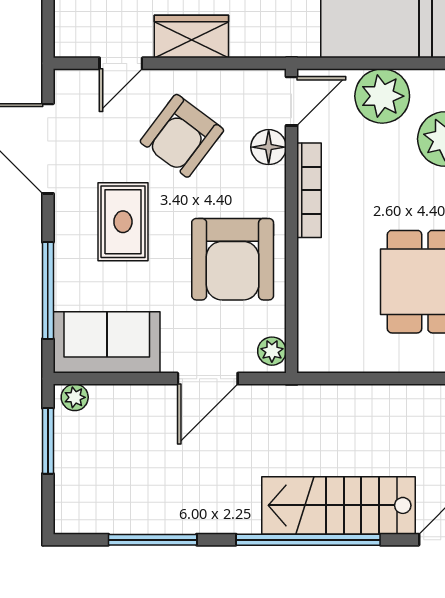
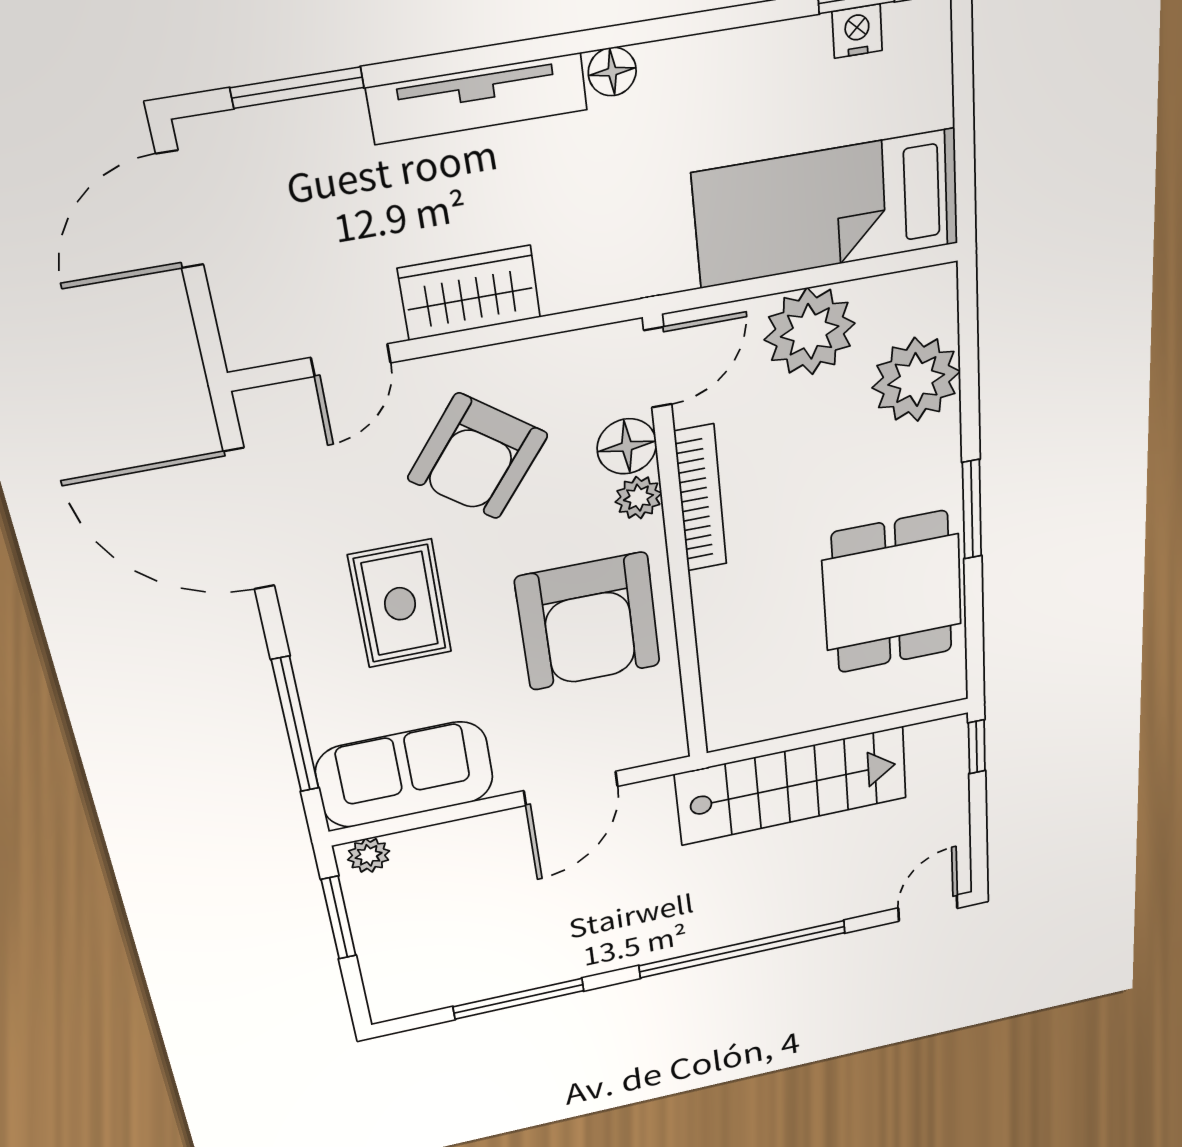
plant: (272, 351) -> (638, 498), moved
stairs: (338, 505) -> (792, 786), moved, turned 180

